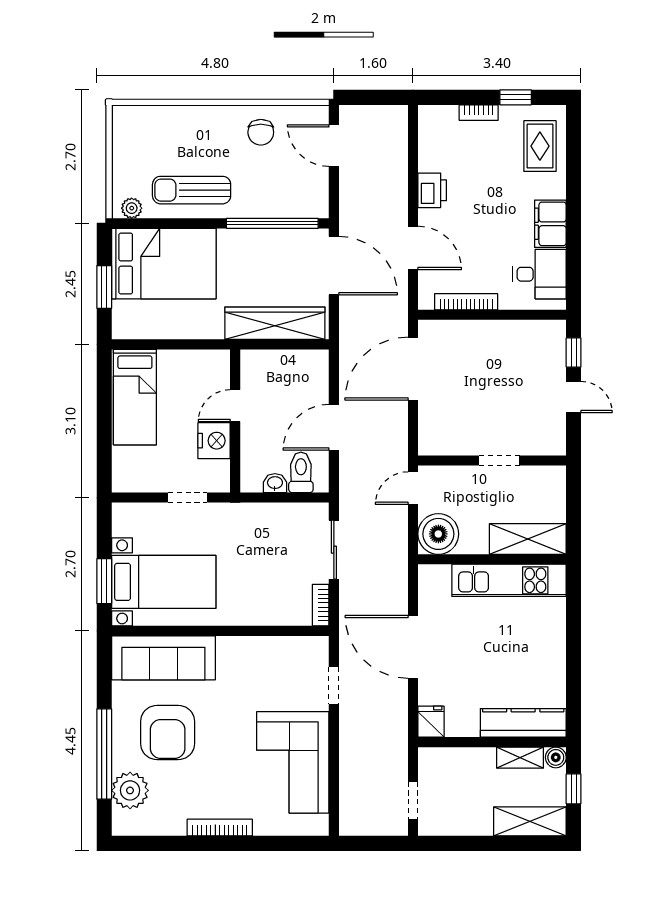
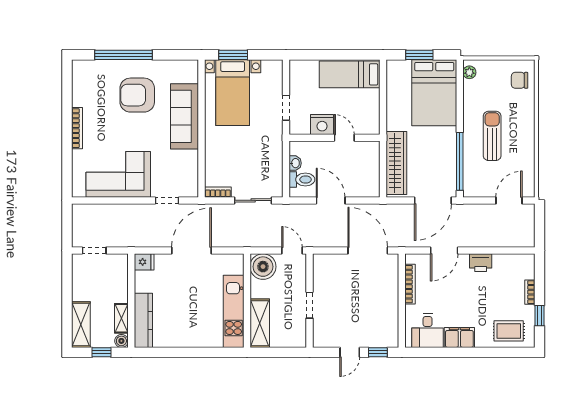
chair: (261, 132) -> (520, 80), moved
sun lounger: (192, 190) -> (492, 136), moved
sofa: (163, 658) -> (184, 116), moved
plant: (130, 790) -> (101, 71), removed

